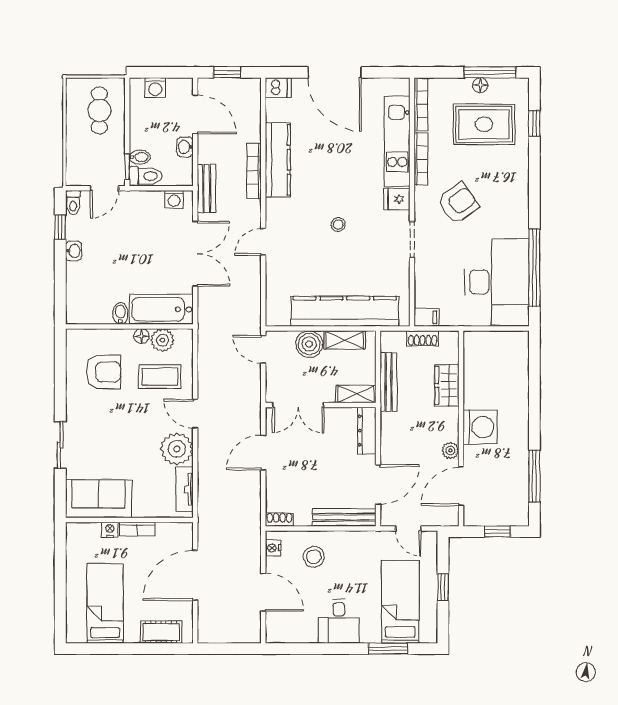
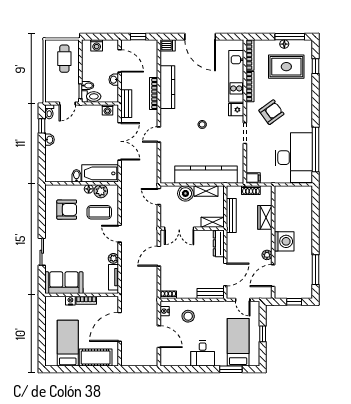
plant: (177, 449) -> (113, 258), width x0.53, depth x0.53
bench: (344, 517) -> (211, 294), width x0.73
cot: (161, 632) -> (96, 357), width x1.37, depth x1.34

